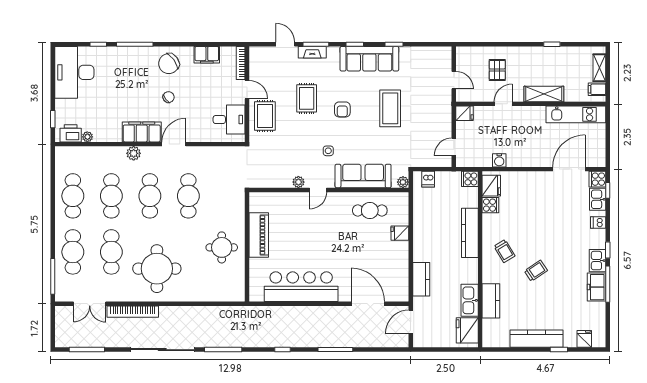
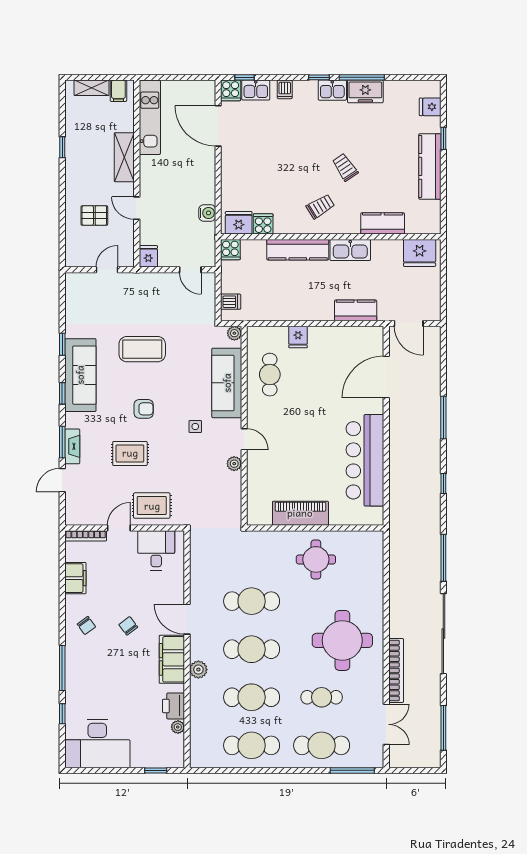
chair: (169, 64) -> (86, 625), width x0.54, depth x0.54
printer: (71, 133) -> (173, 706), moved
cafe table: (111, 252) -> (322, 697), width x0.73, depth x0.74
kitchen sink: (470, 300) -> (350, 250), moved

